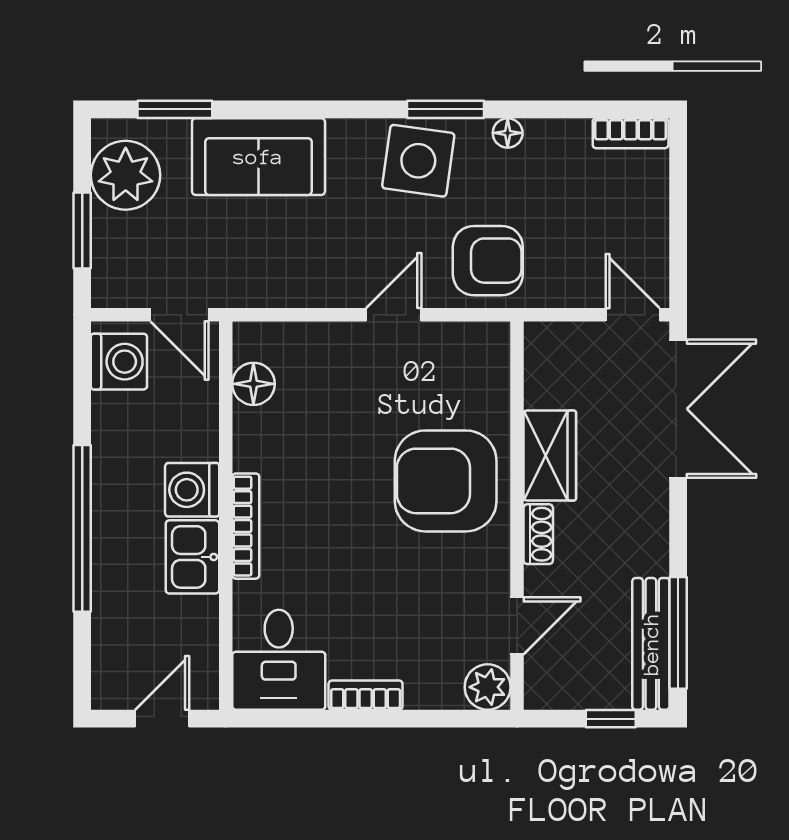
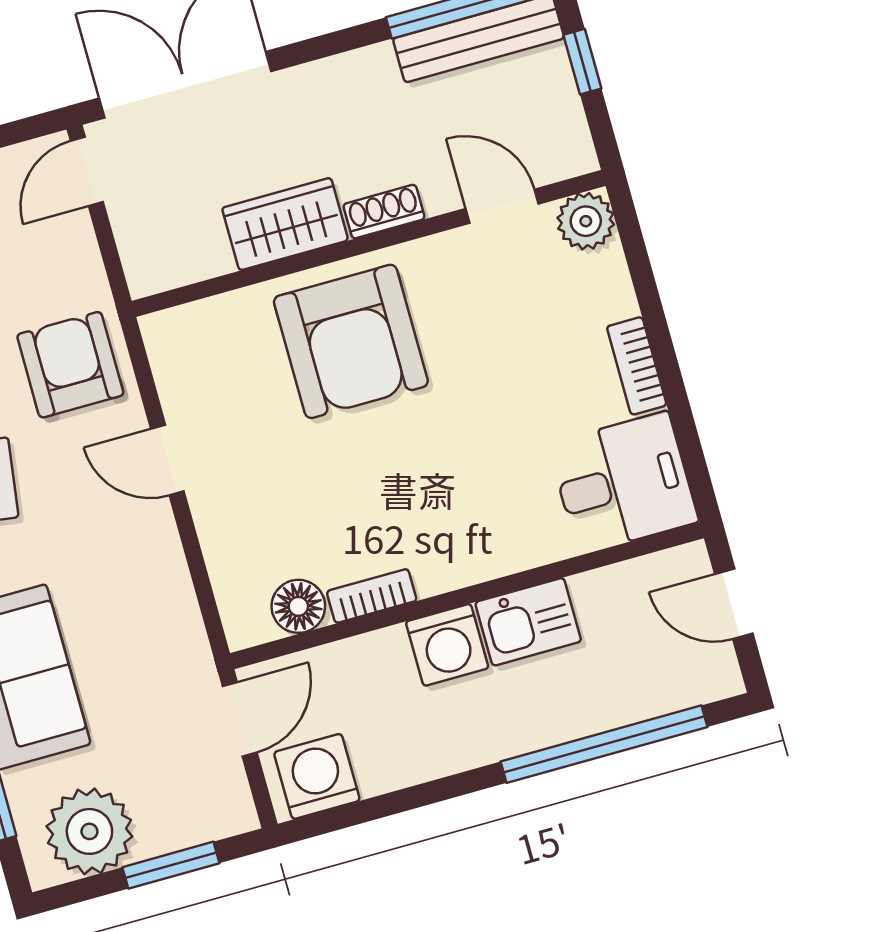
bookcase: (246, 526) -> (372, 596), moved, width x0.64
window: (82, 528) -> (604, 744), moved

